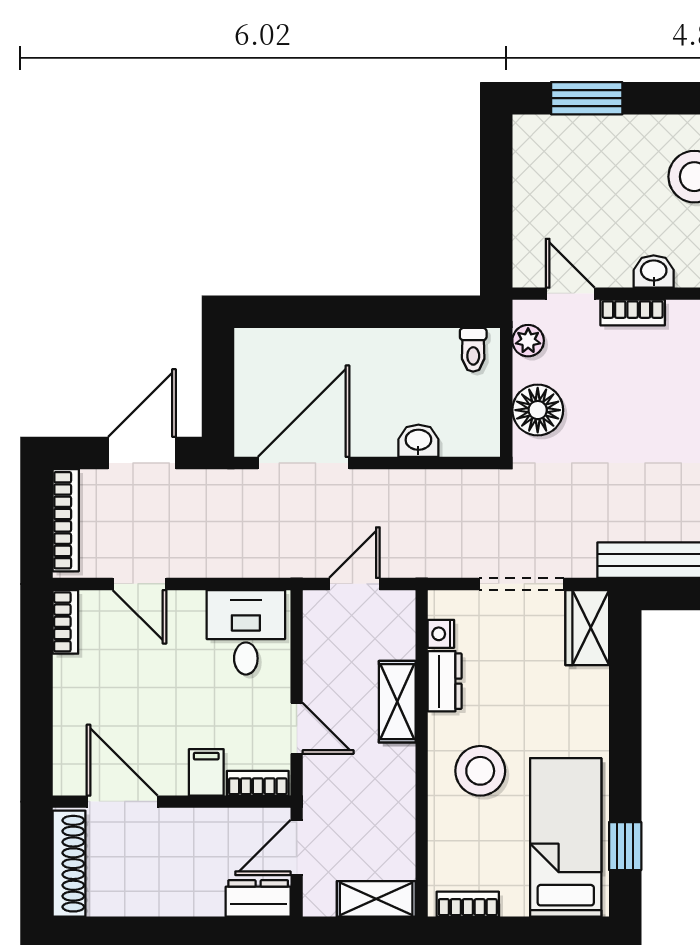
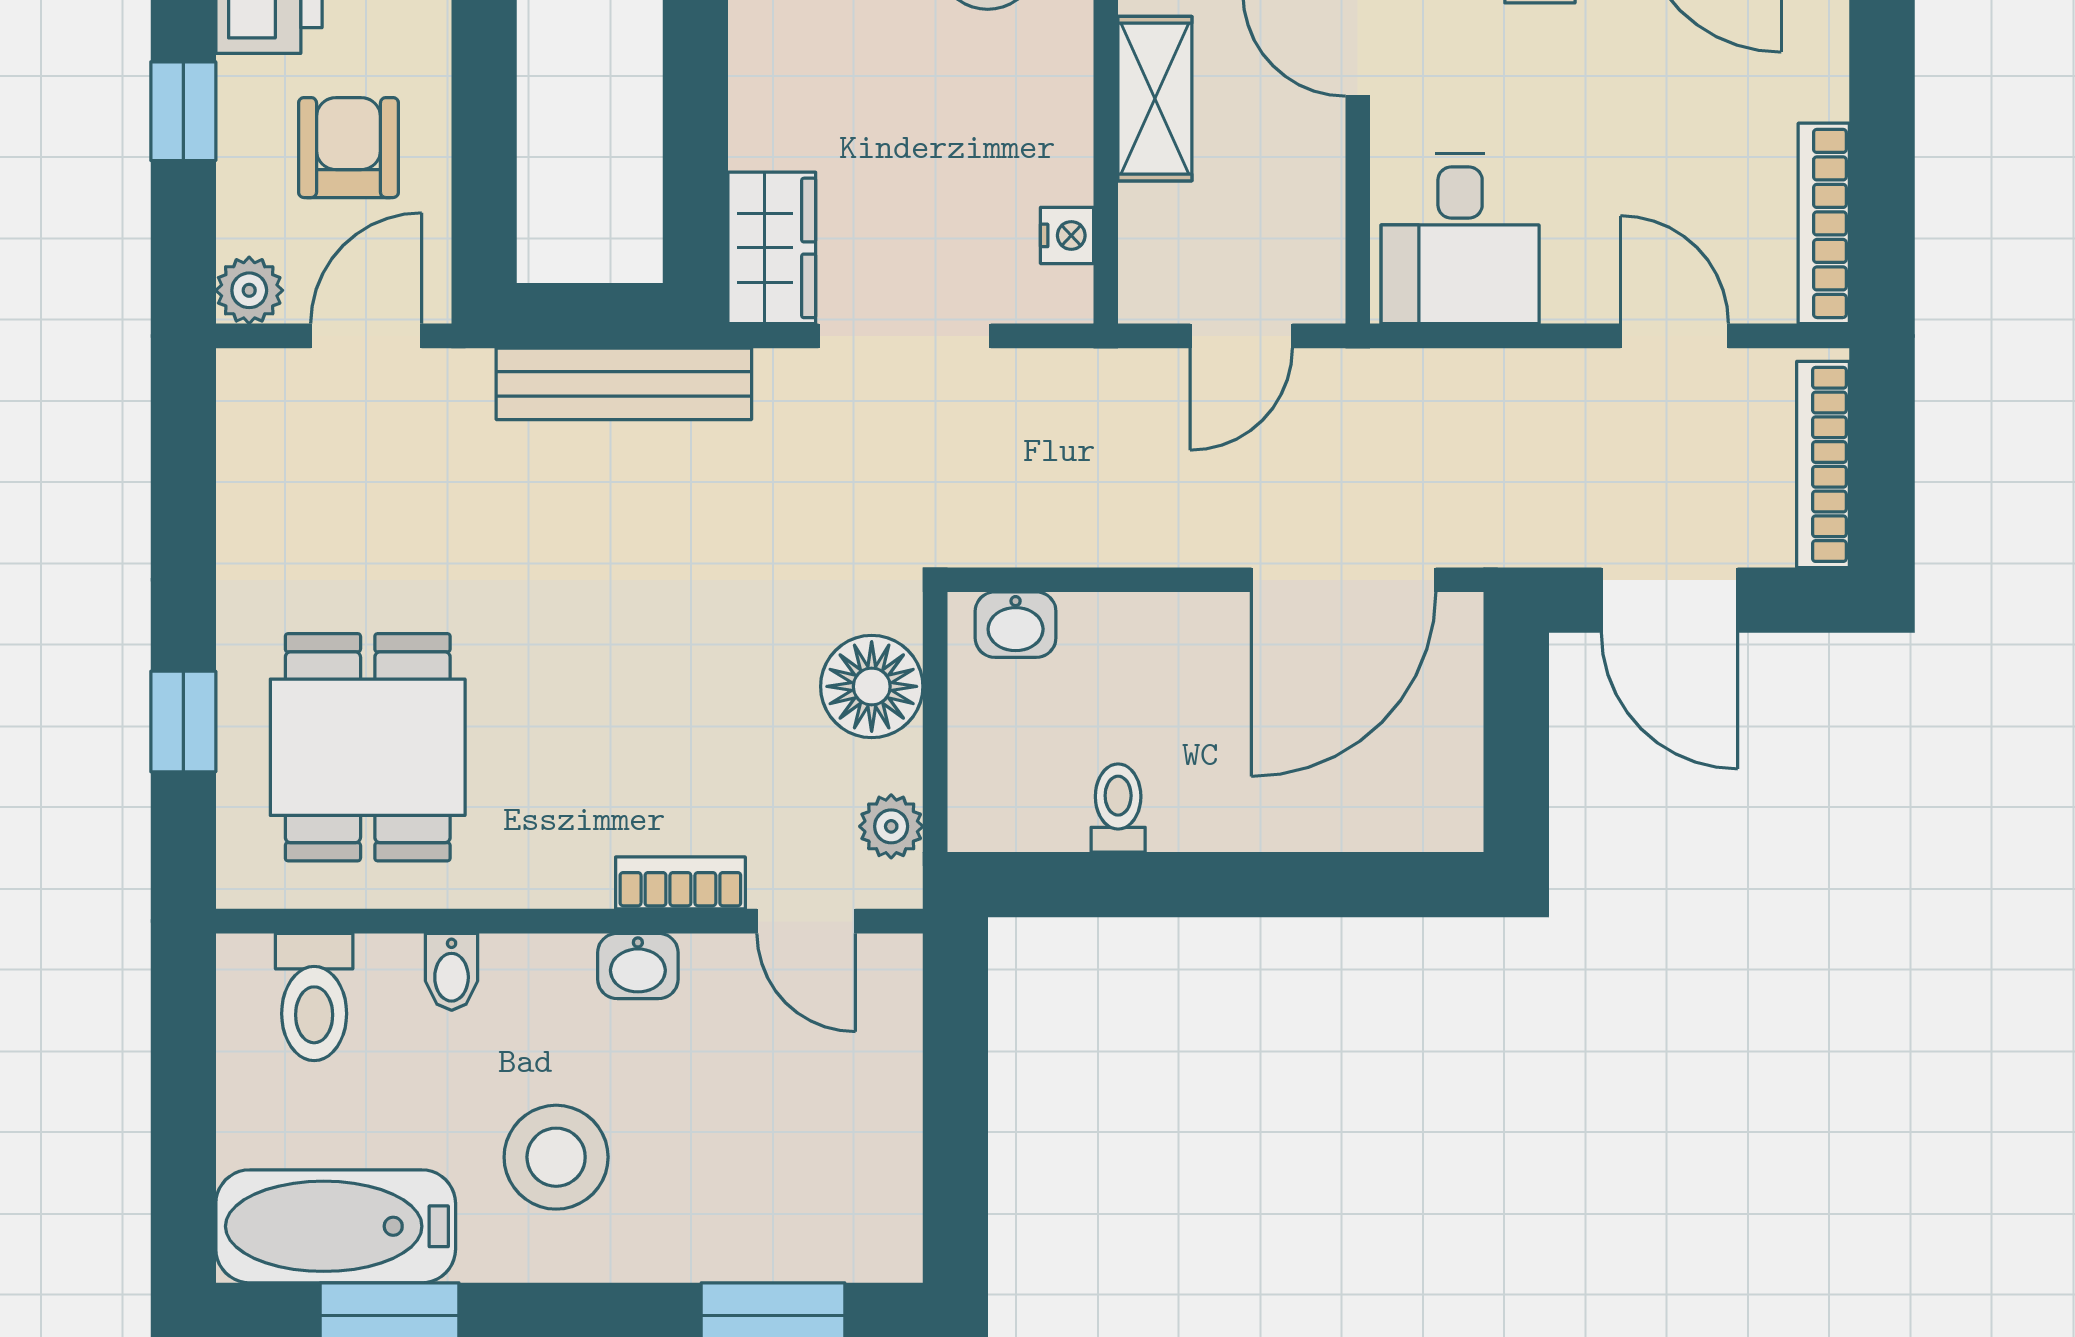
toilet: (473, 350) -> (1118, 808), moved
washbasin: (418, 441) -> (1016, 625), moved
door: (142, 453) -> (1669, 600), hinge flipped
bookcase: (65, 622) -> (1824, 223), width x1.56
dresser: (445, 681) -> (1059, 140), removed

